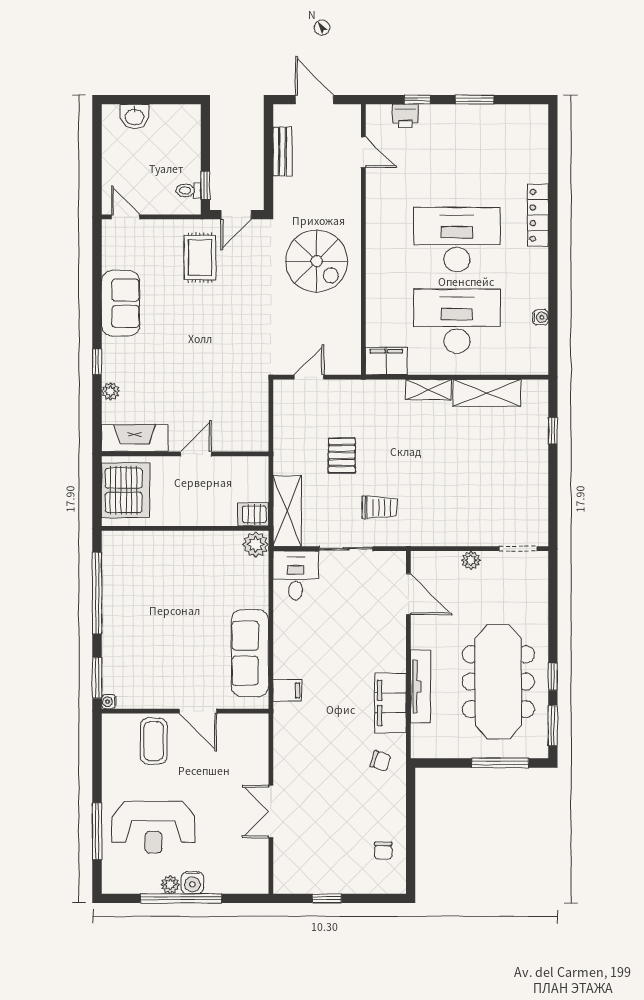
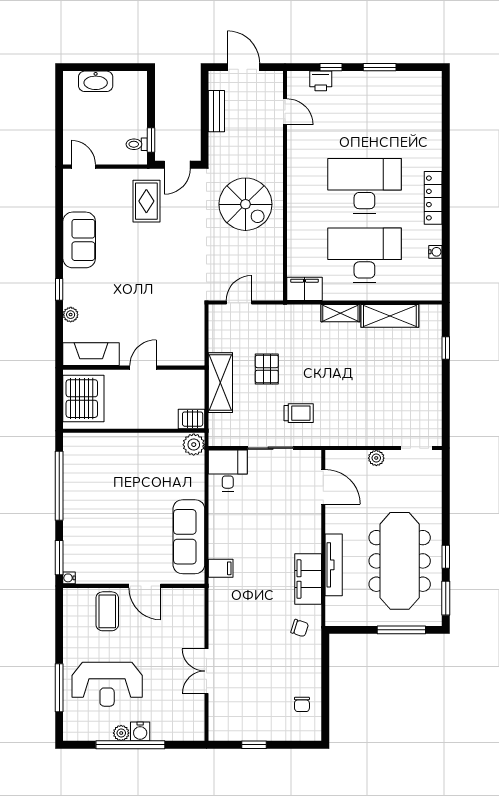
washbasin: (134, 116) -> (96, 81), width x1.38
locker: (538, 215) -> (433, 198), moved
shelving: (287, 511) -> (220, 383), moved

